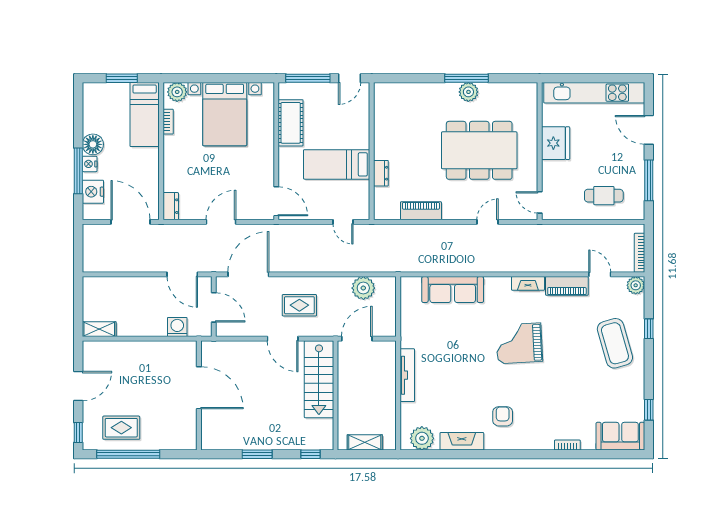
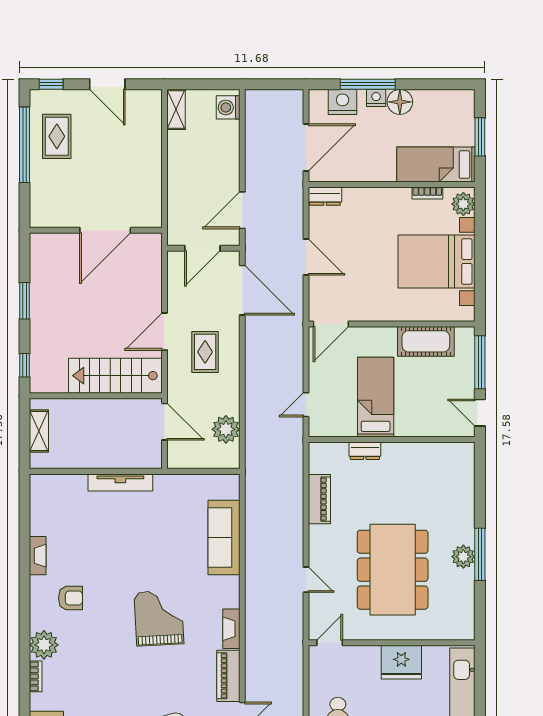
washing machine: (177, 327) -> (228, 107), moved, turned 180
plant: (422, 438) -> (44, 645), moved
fireplace: (462, 441) -> (38, 556), width x0.73, depth x0.76

